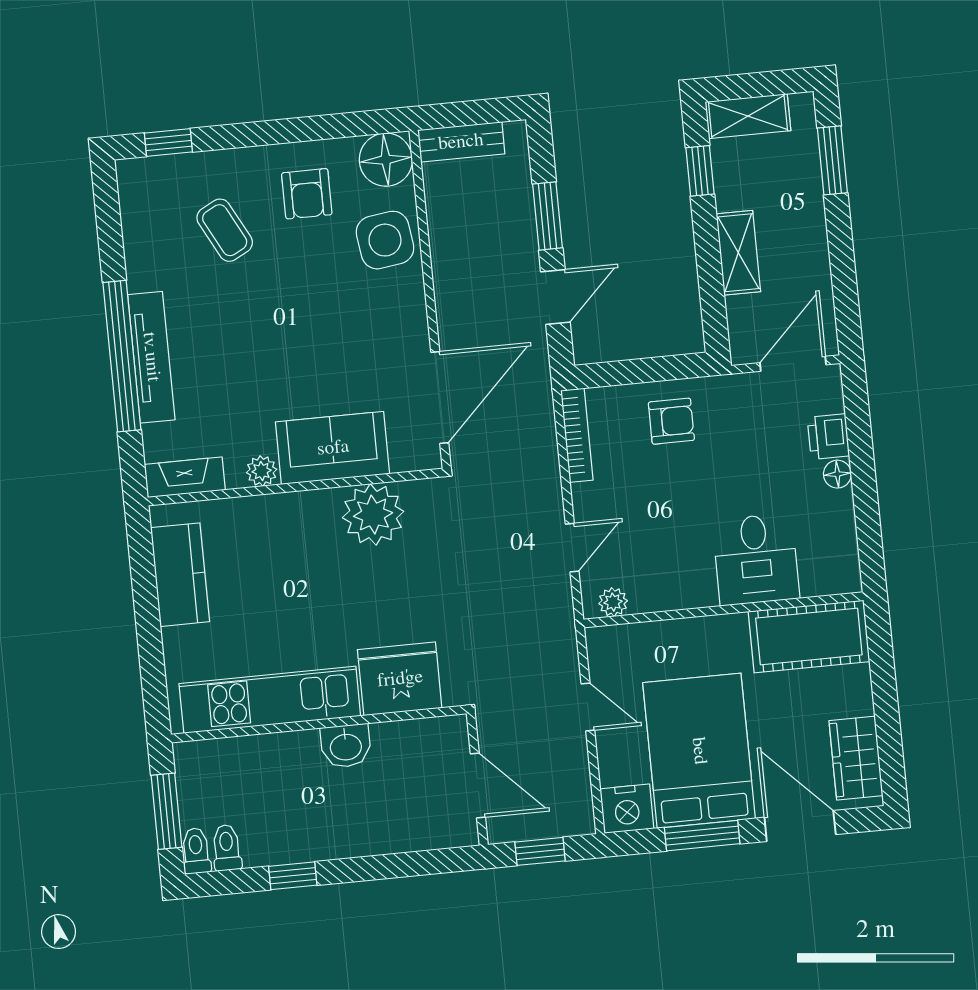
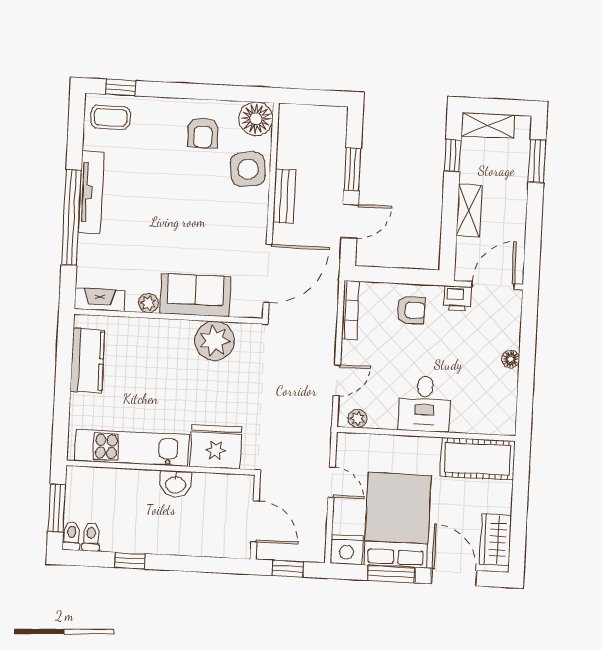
bench: (461, 142) -> (284, 196), moved, turned 90
coffee table: (225, 230) -> (111, 117), moved, turned -62
tv unit: (151, 357) -> (91, 192), moved
printer: (828, 437) -> (458, 298), moved, turned -90
desk: (756, 559) -> (424, 404), moved

